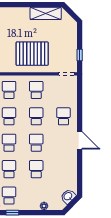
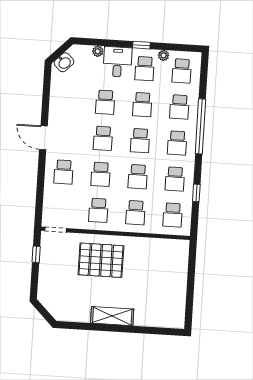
shelving: (46, 13) -> (112, 316), moved
desk: (29, 199) -> (117, 62), added

